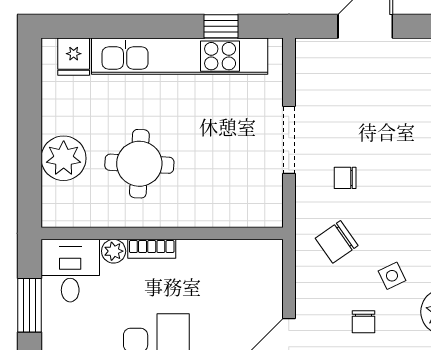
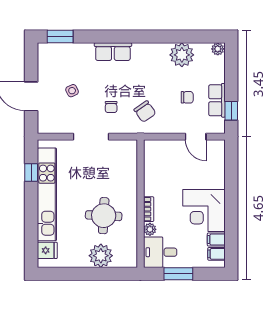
side table: (392, 276) -> (72, 91), moved

